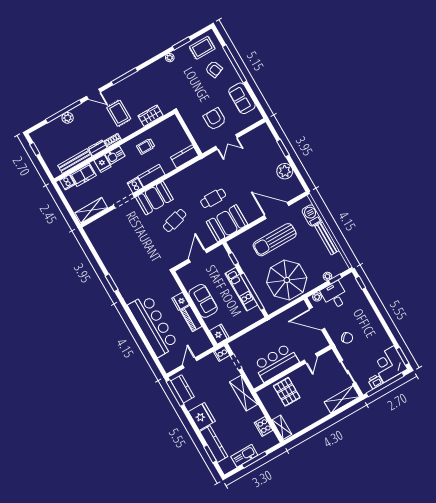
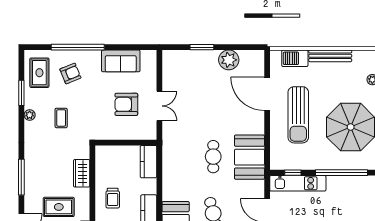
coffee table: (180, 80) -> (61, 118), added
door: (277, 210) -> (267, 94), hinge flipped
kitchen unit: (241, 289) -> (298, 183), moved

